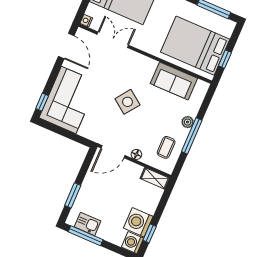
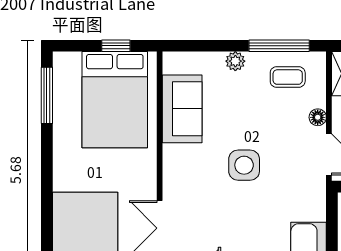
side table: (127, 102) -> (244, 165), turned -36
window: (192, 136) -> (279, 46), moved

